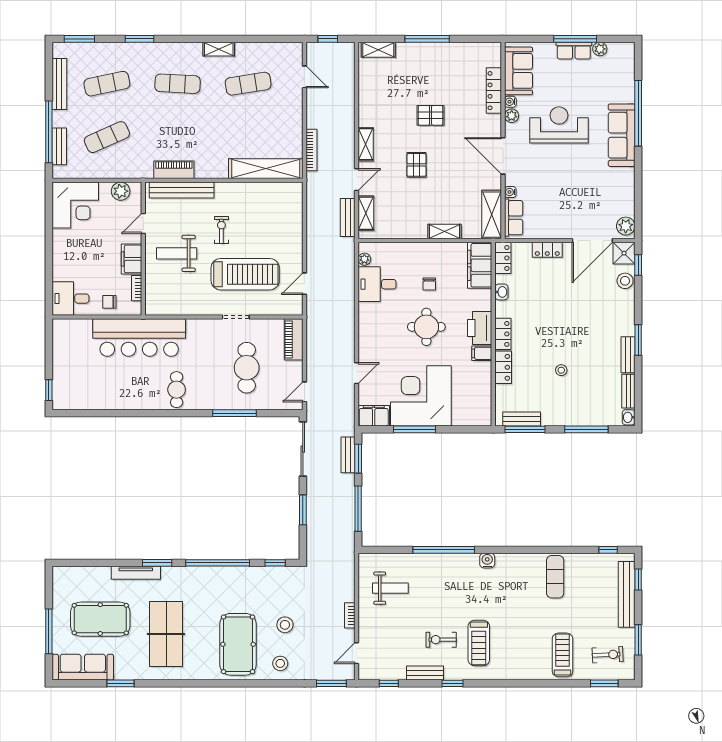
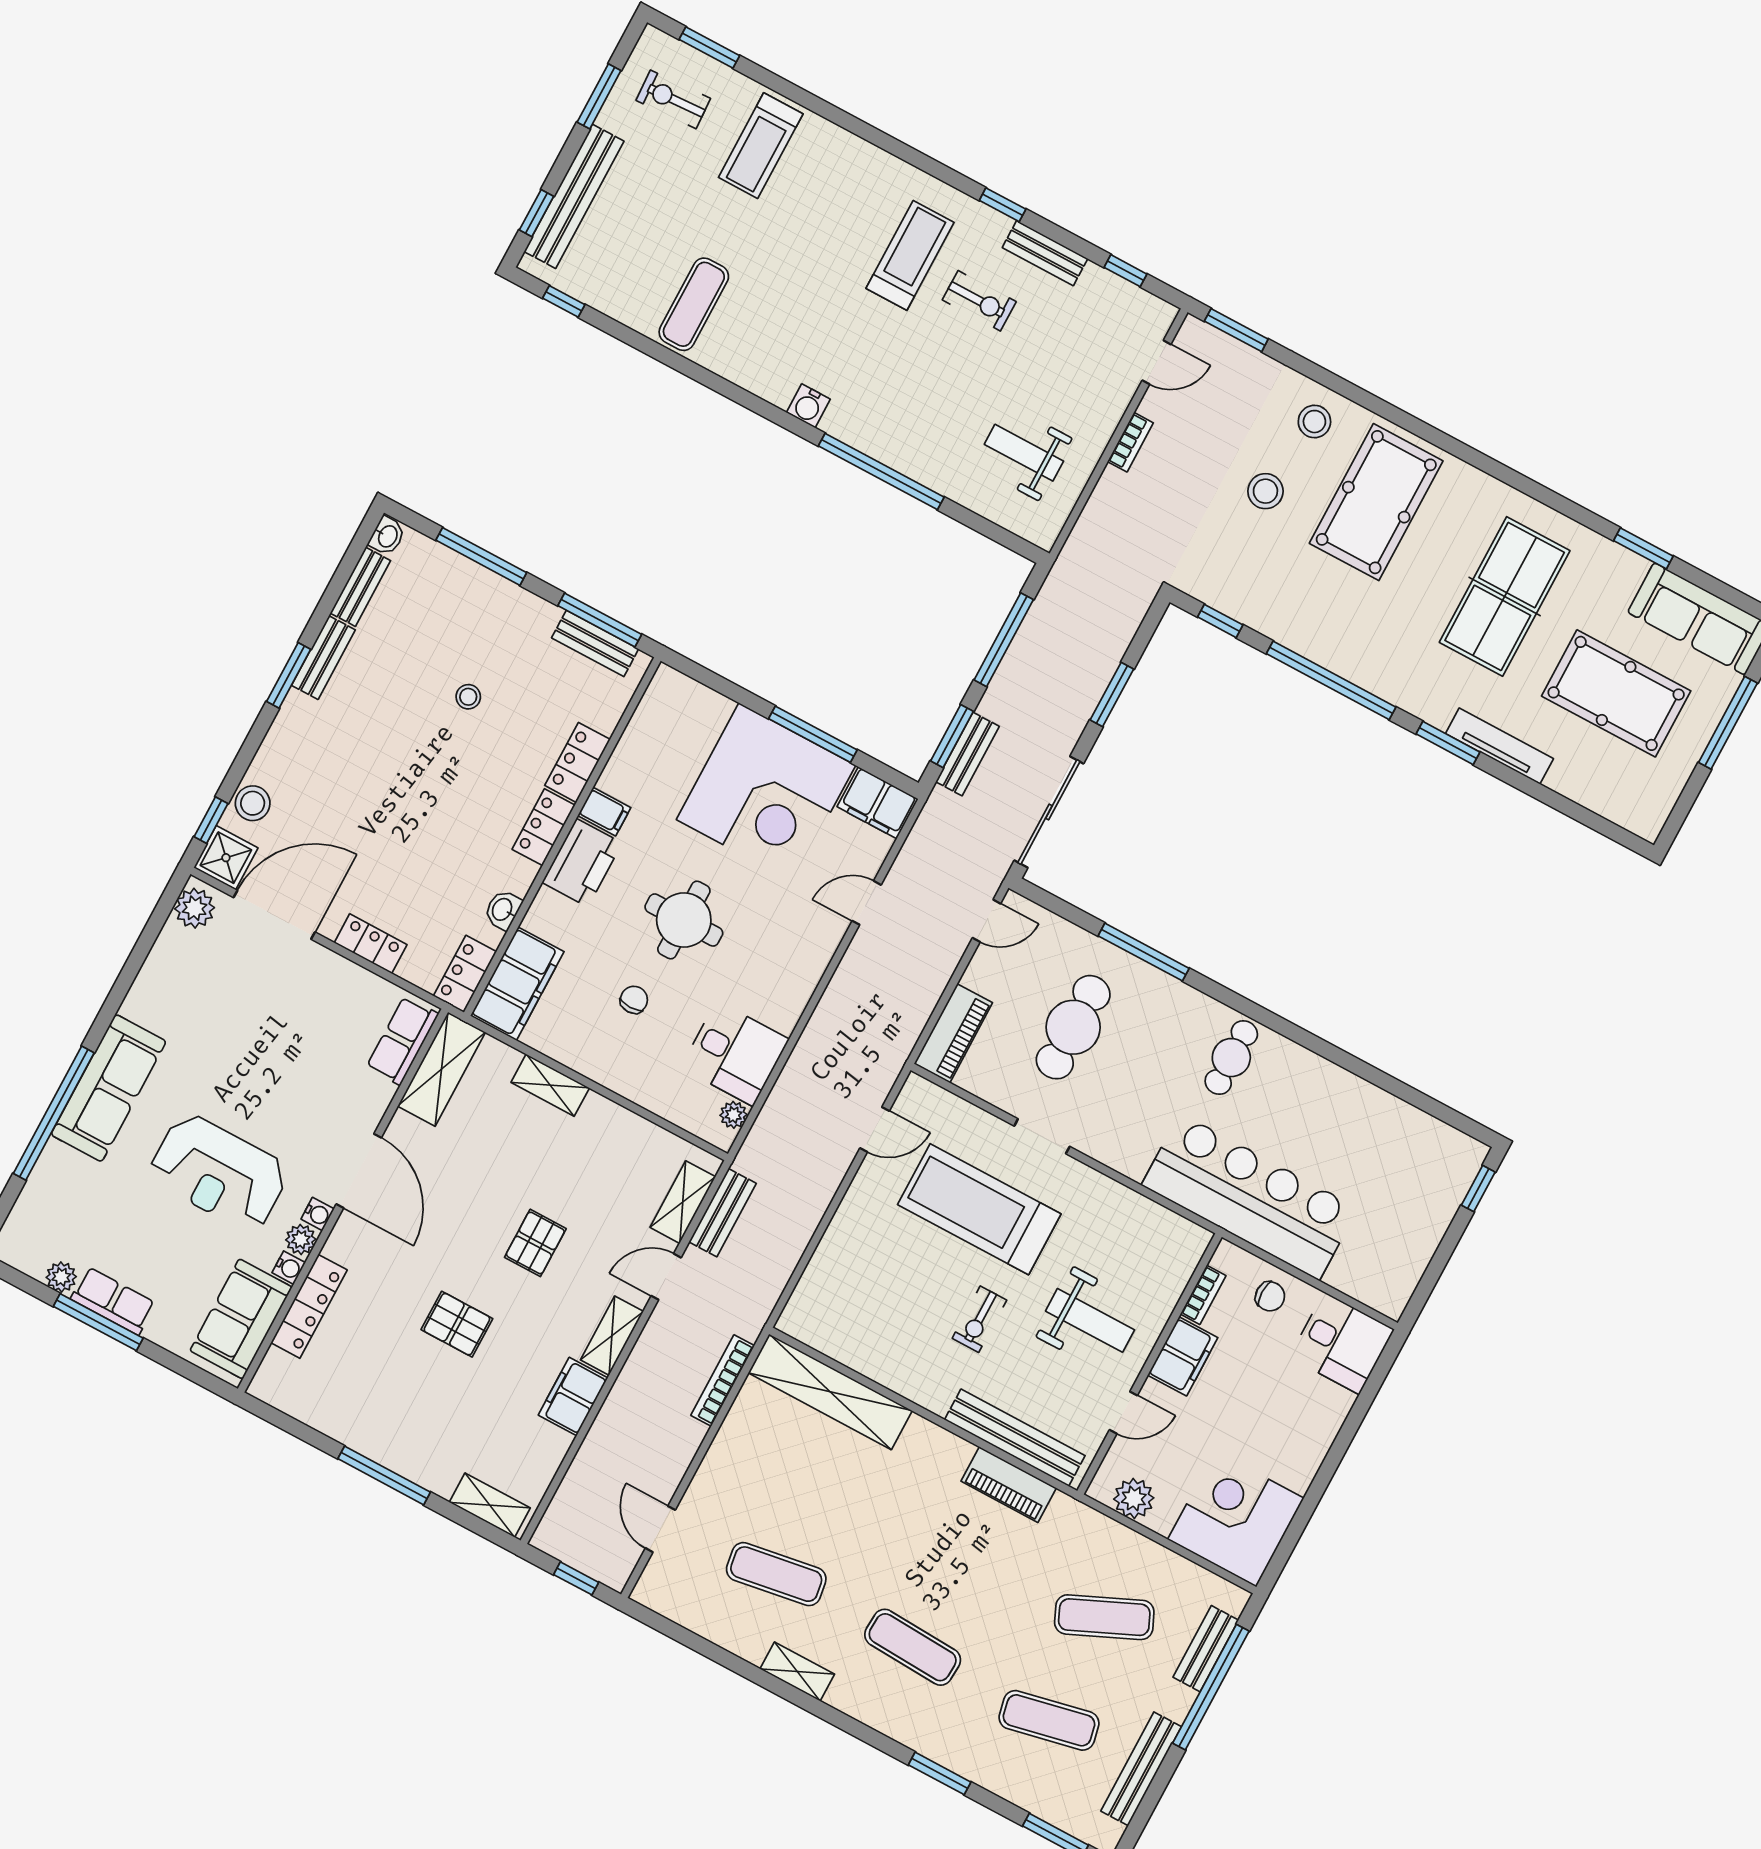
filing cabinet: (368, 111) -> (573, 1397), added
water cooler: (510, 192) -> (318, 1214), moved

